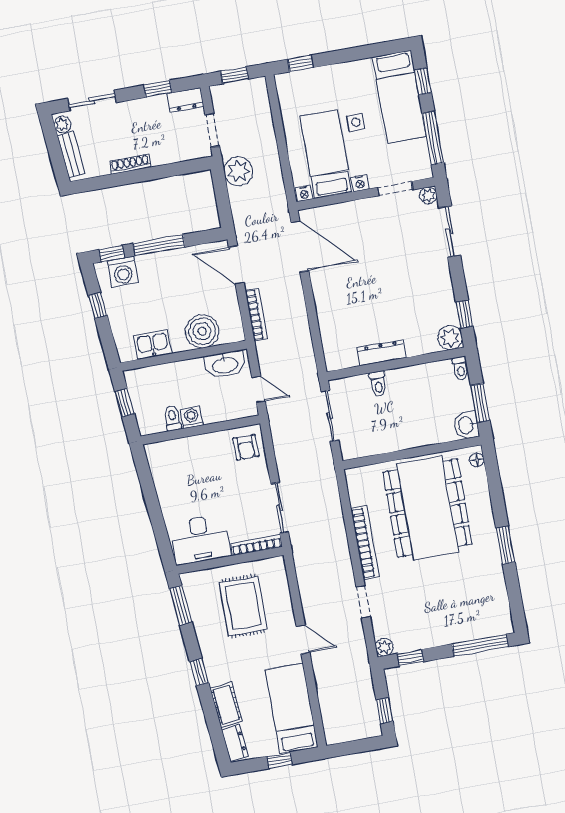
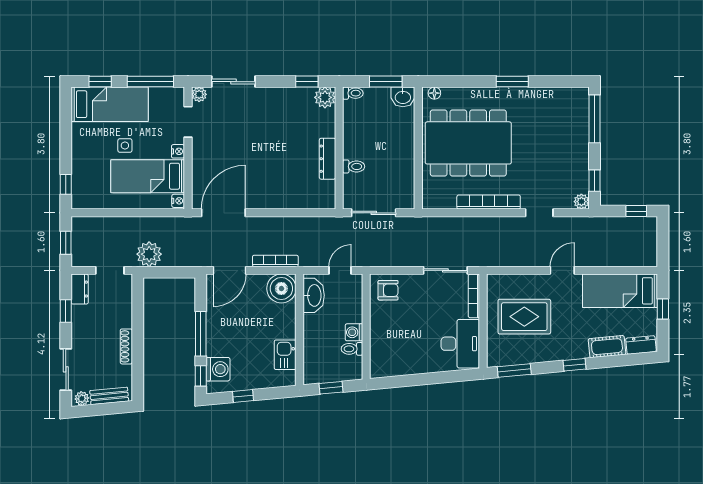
boiler: (202, 331) -> (281, 289), moved

